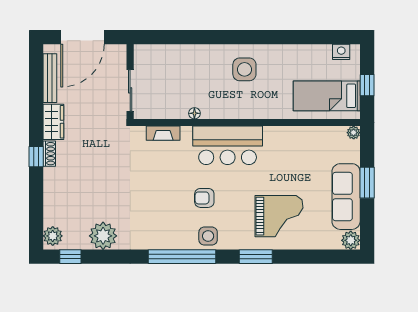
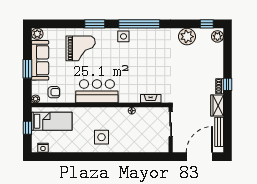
bar counter: (228, 145) -> (97, 91), moved
armchair: (204, 198) -> (54, 92), moved
grand piano: (279, 216) -> (81, 48), turned 180

